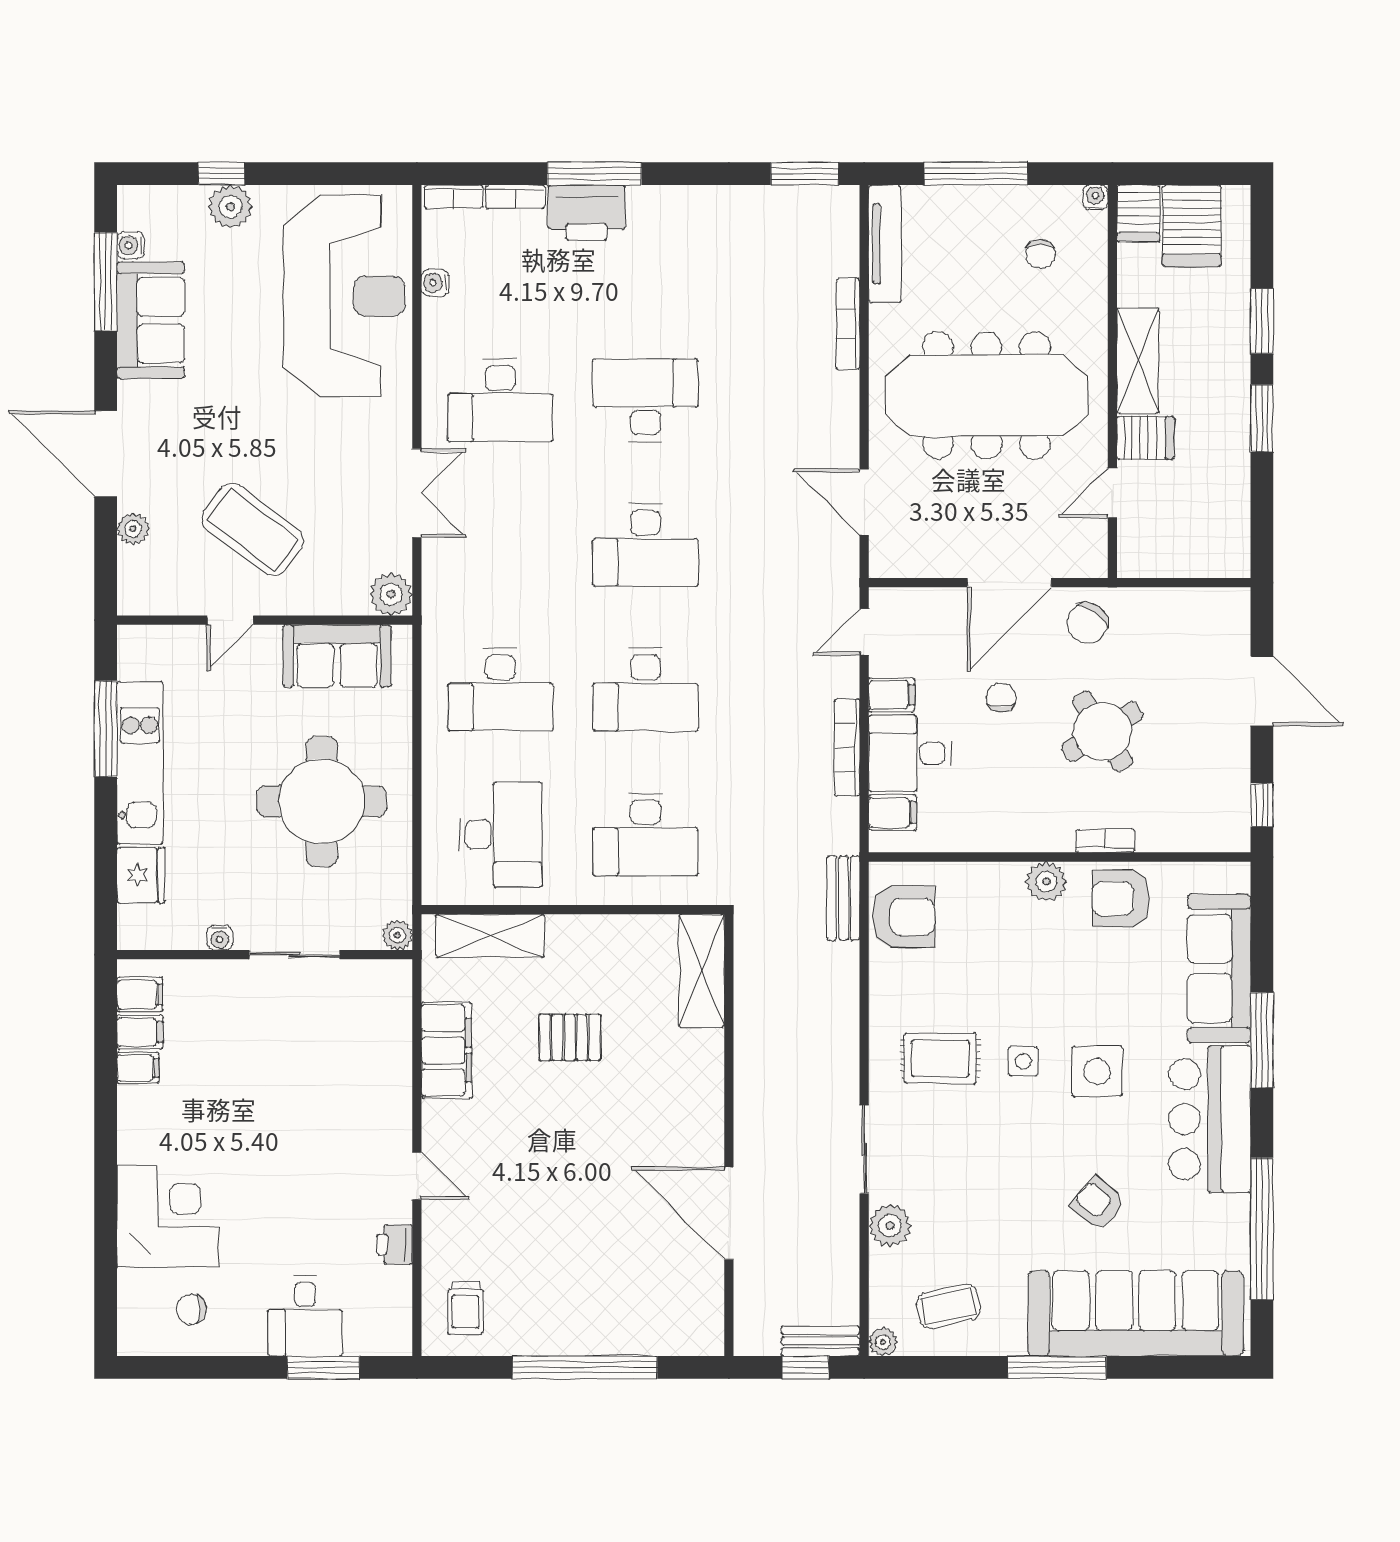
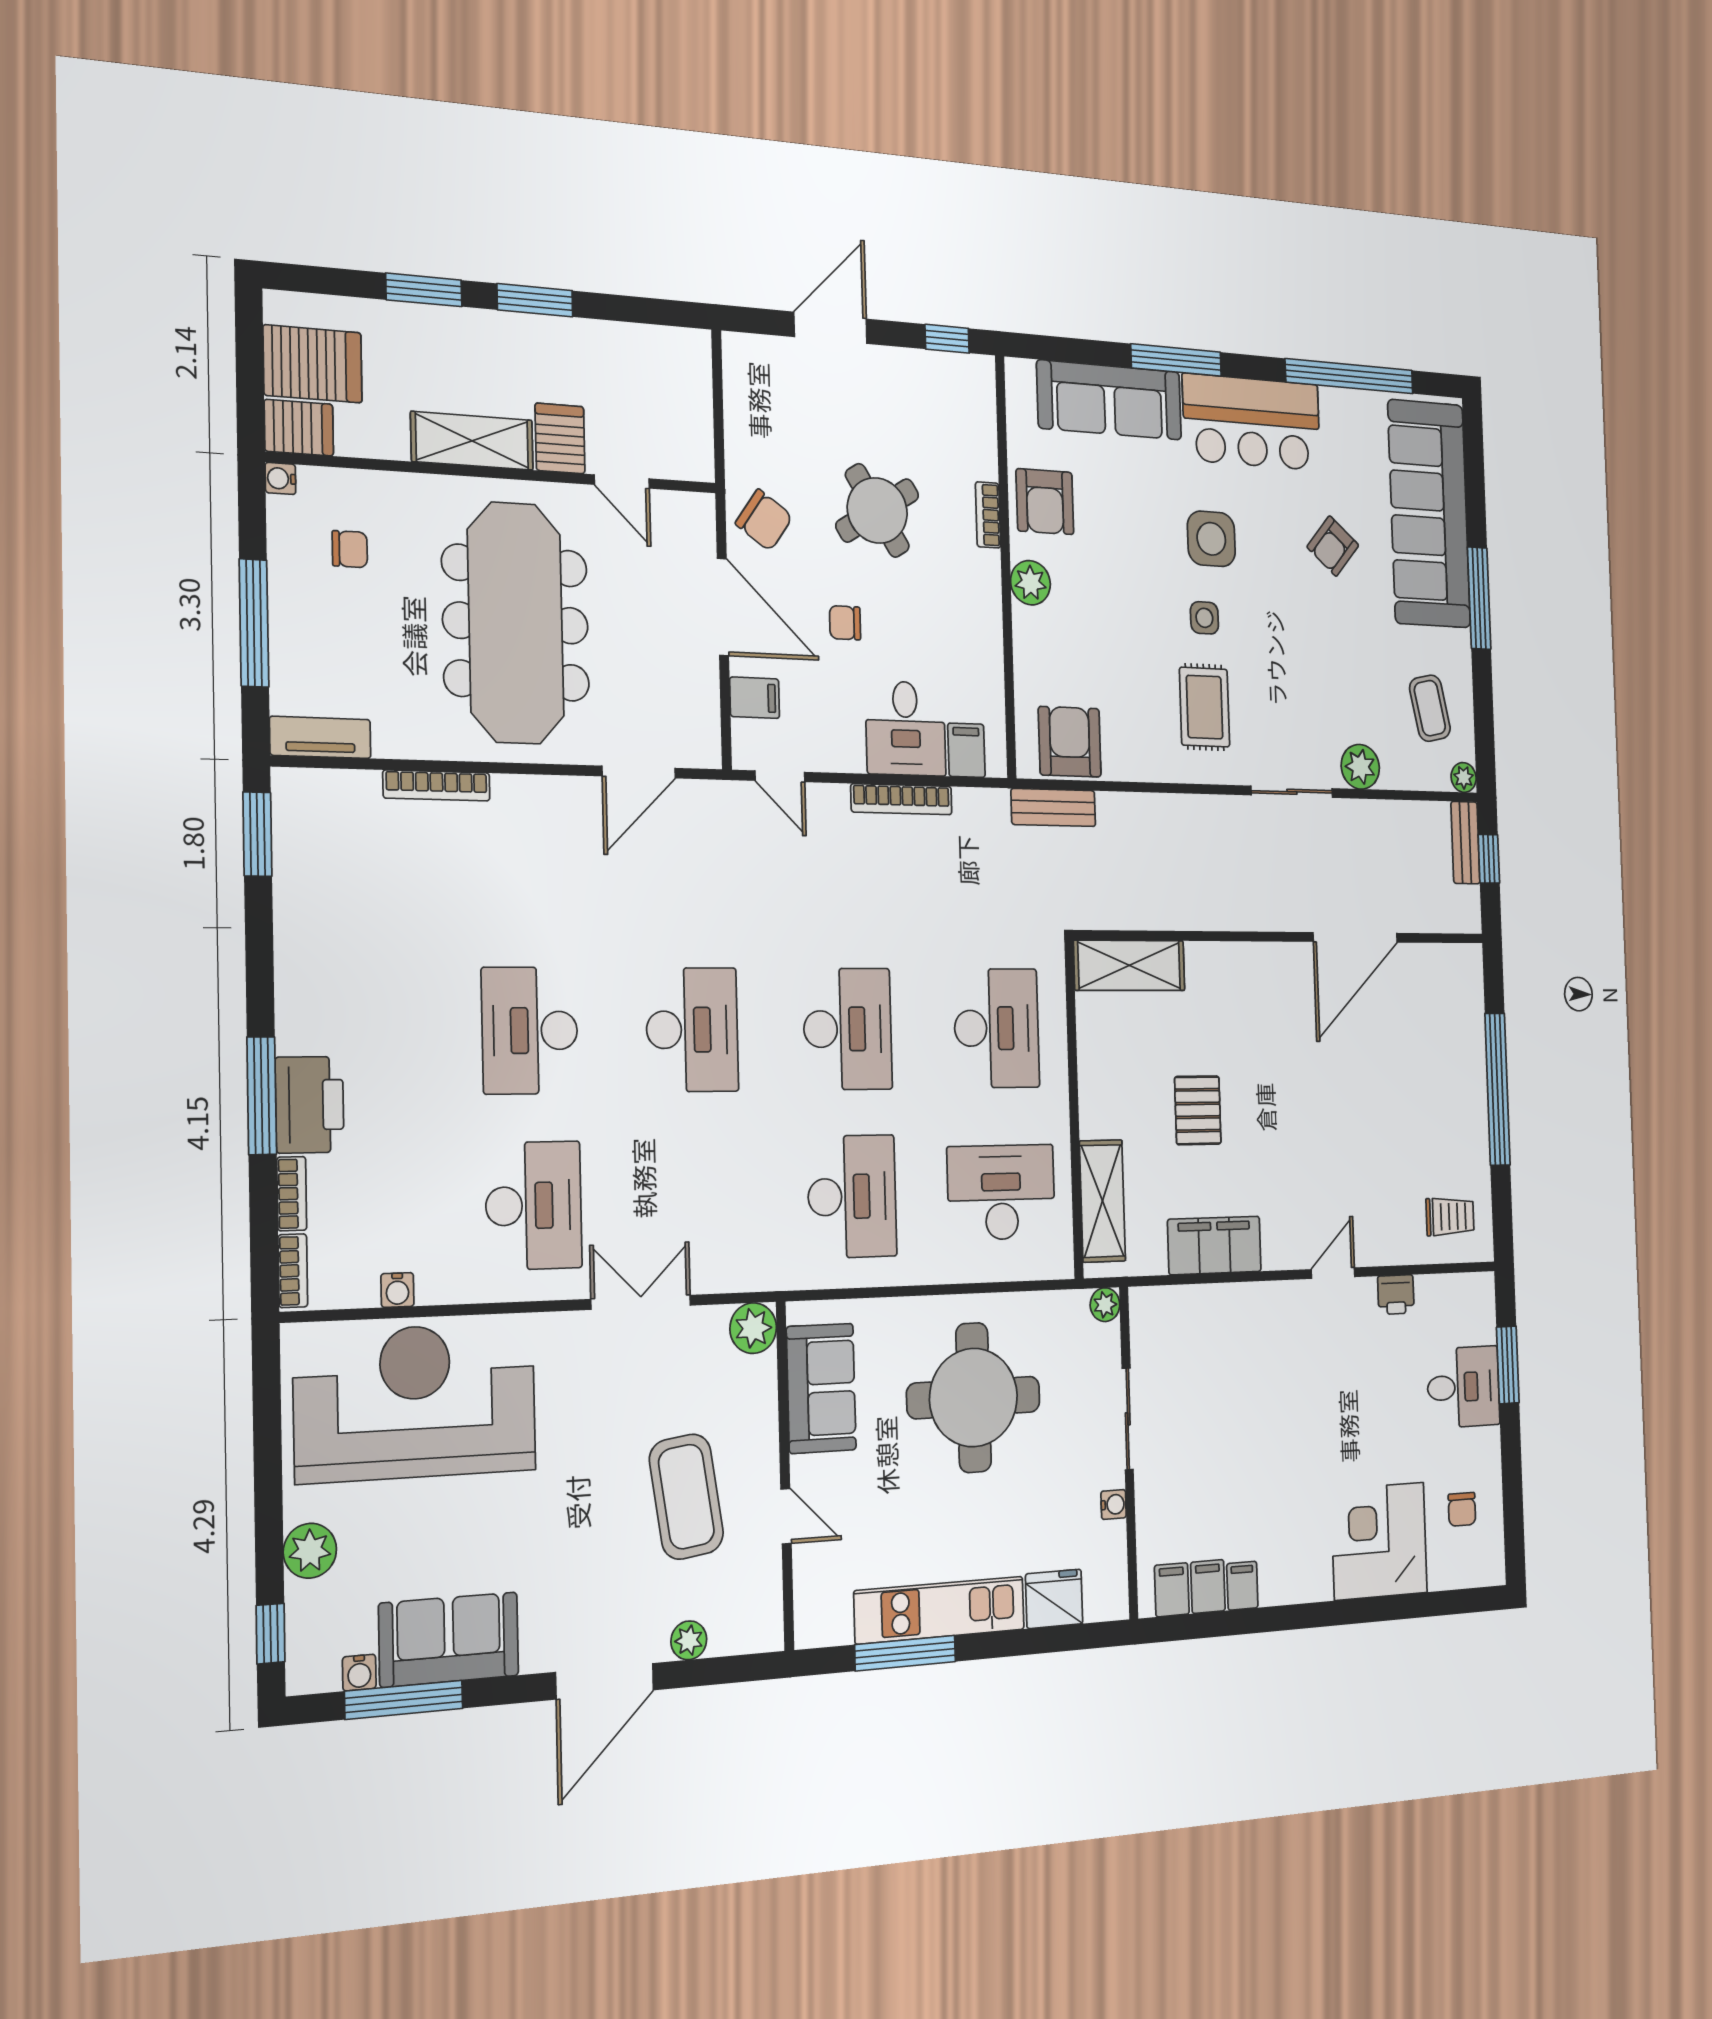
window: (221, 174) -> (271, 1634), moved
tv unit: (885, 244) -> (320, 737), width x0.71
coffee table: (253, 530) -> (686, 1497), turned -45
filing cabinet: (892, 695) -> (755, 698), moved, turned 90

